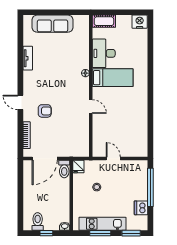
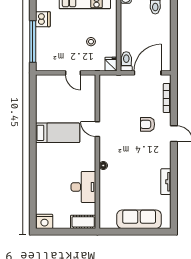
bed: (113, 78) -> (58, 133), moved, turned 180

